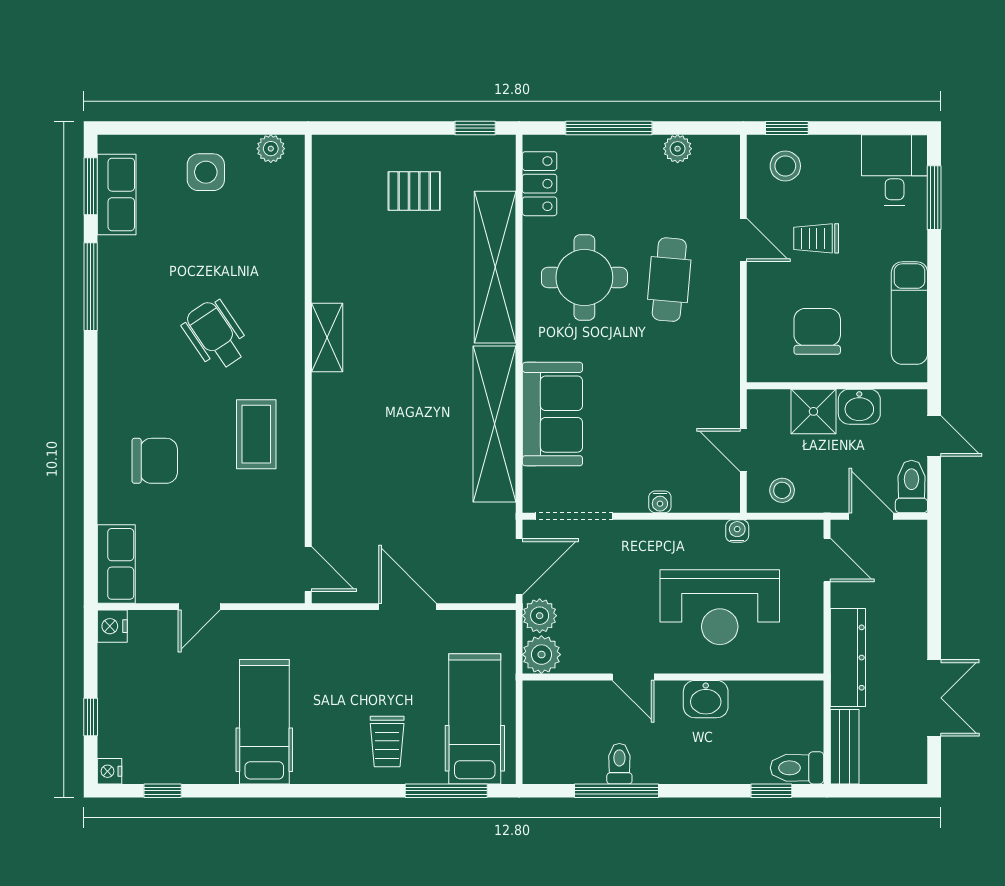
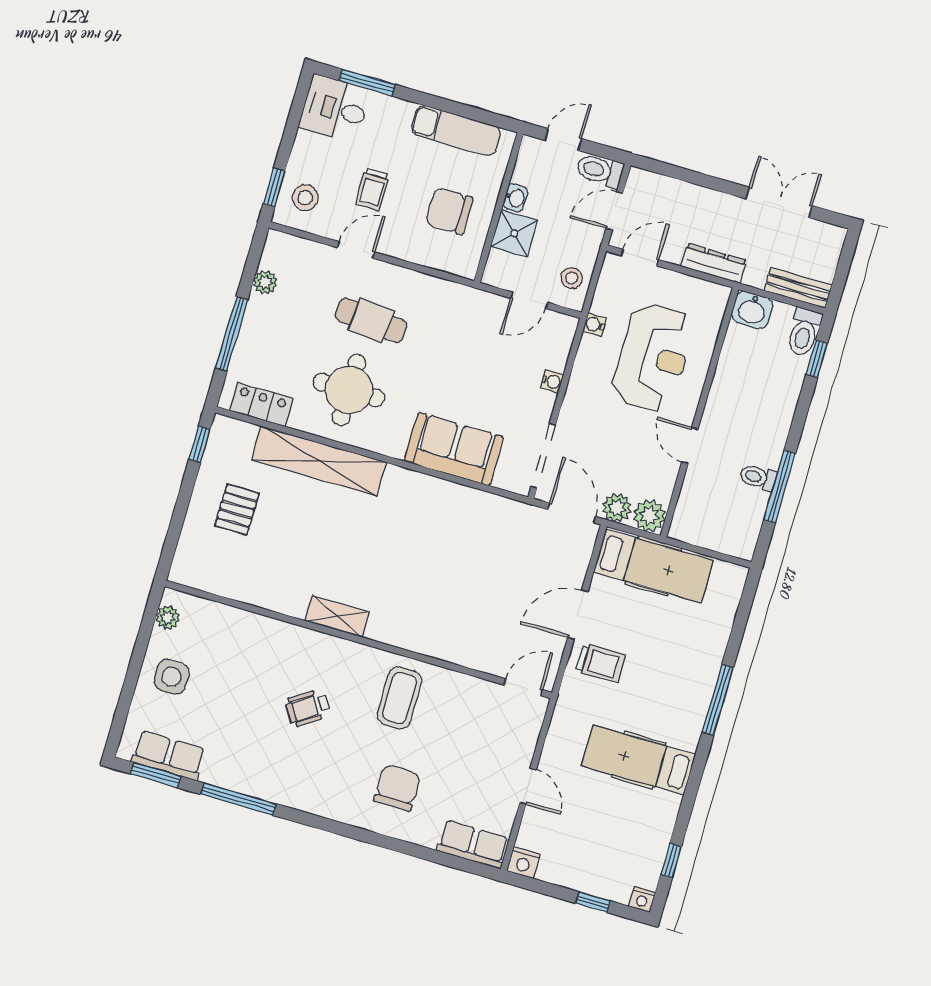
wheelchair: (215, 335) -> (308, 708), width x0.73, depth x0.73
washbasin: (859, 407) -> (515, 198), width x0.72, depth x0.69
shelving: (494, 424) -> (448, 499), removed
coffee table: (256, 434) -> (400, 698), turned 90
dresser: (848, 658) -> (714, 263), width x0.73, depth x0.80
door: (633, 677) -> (690, 445), swing flipped
washbasin: (706, 699) -> (752, 310), moved, turned 90
hospital bed: (475, 719) -> (653, 566), moved, turned 180
trolley: (387, 742) -> (600, 663), moved
window: (446, 791) -> (718, 700), moved

